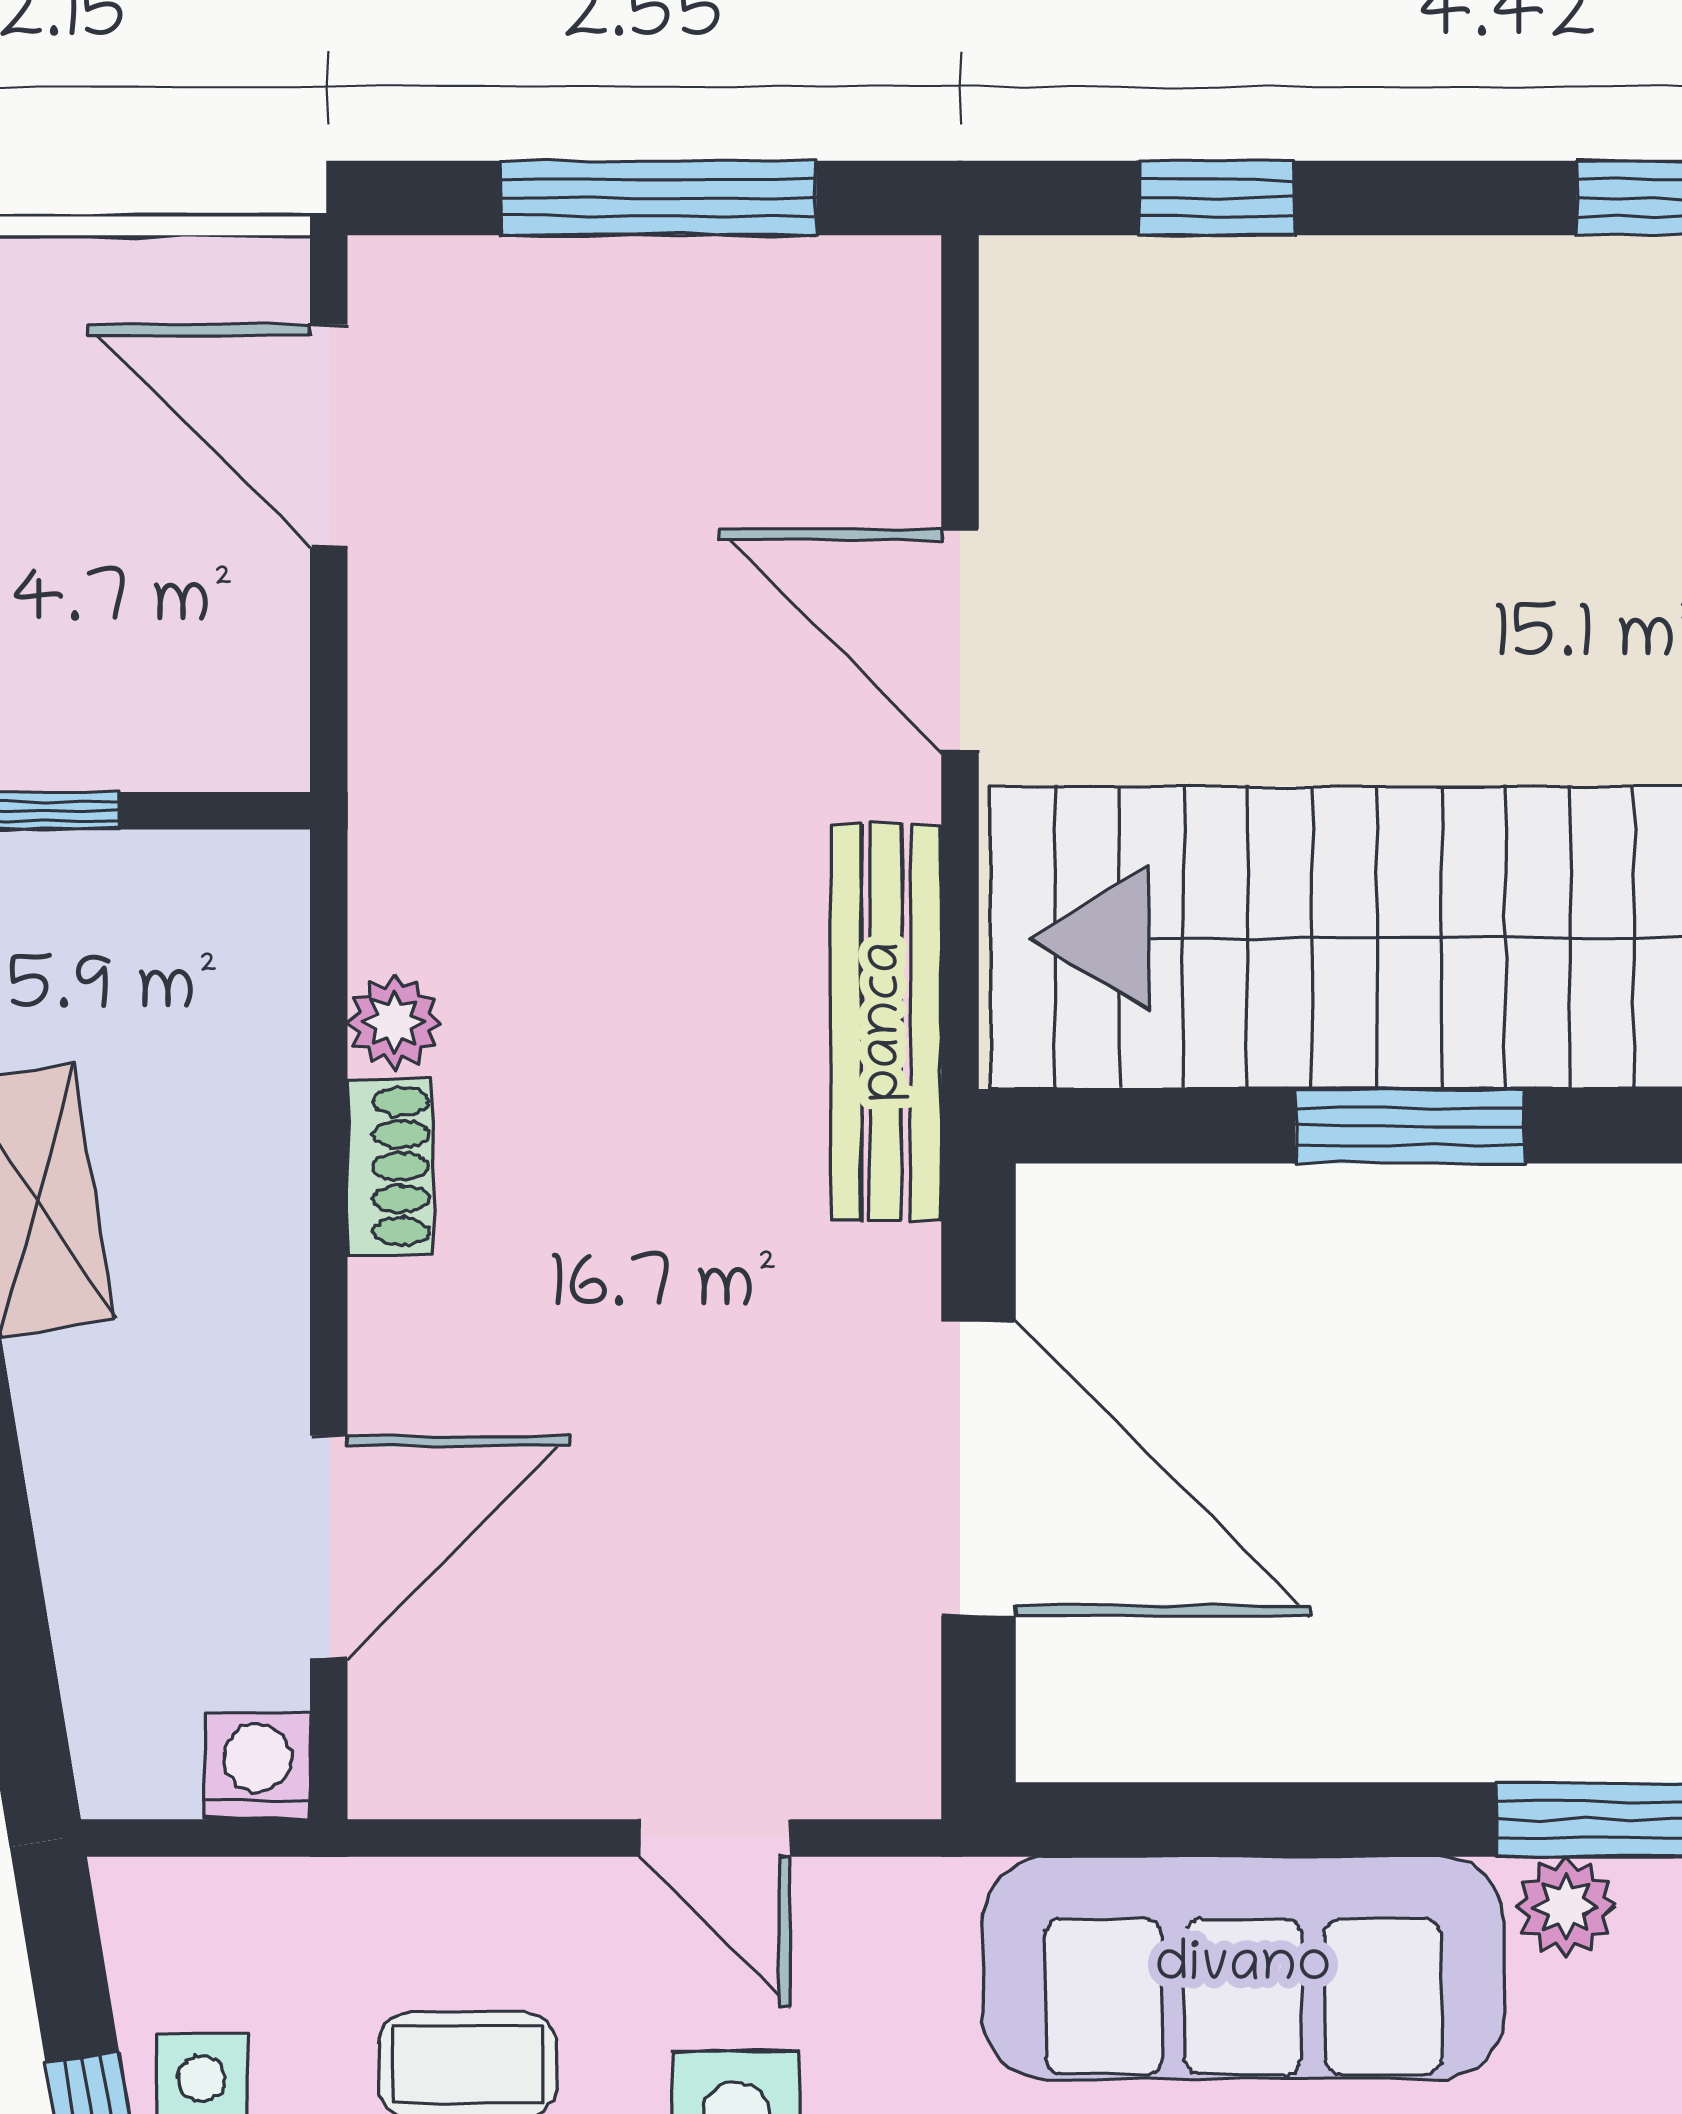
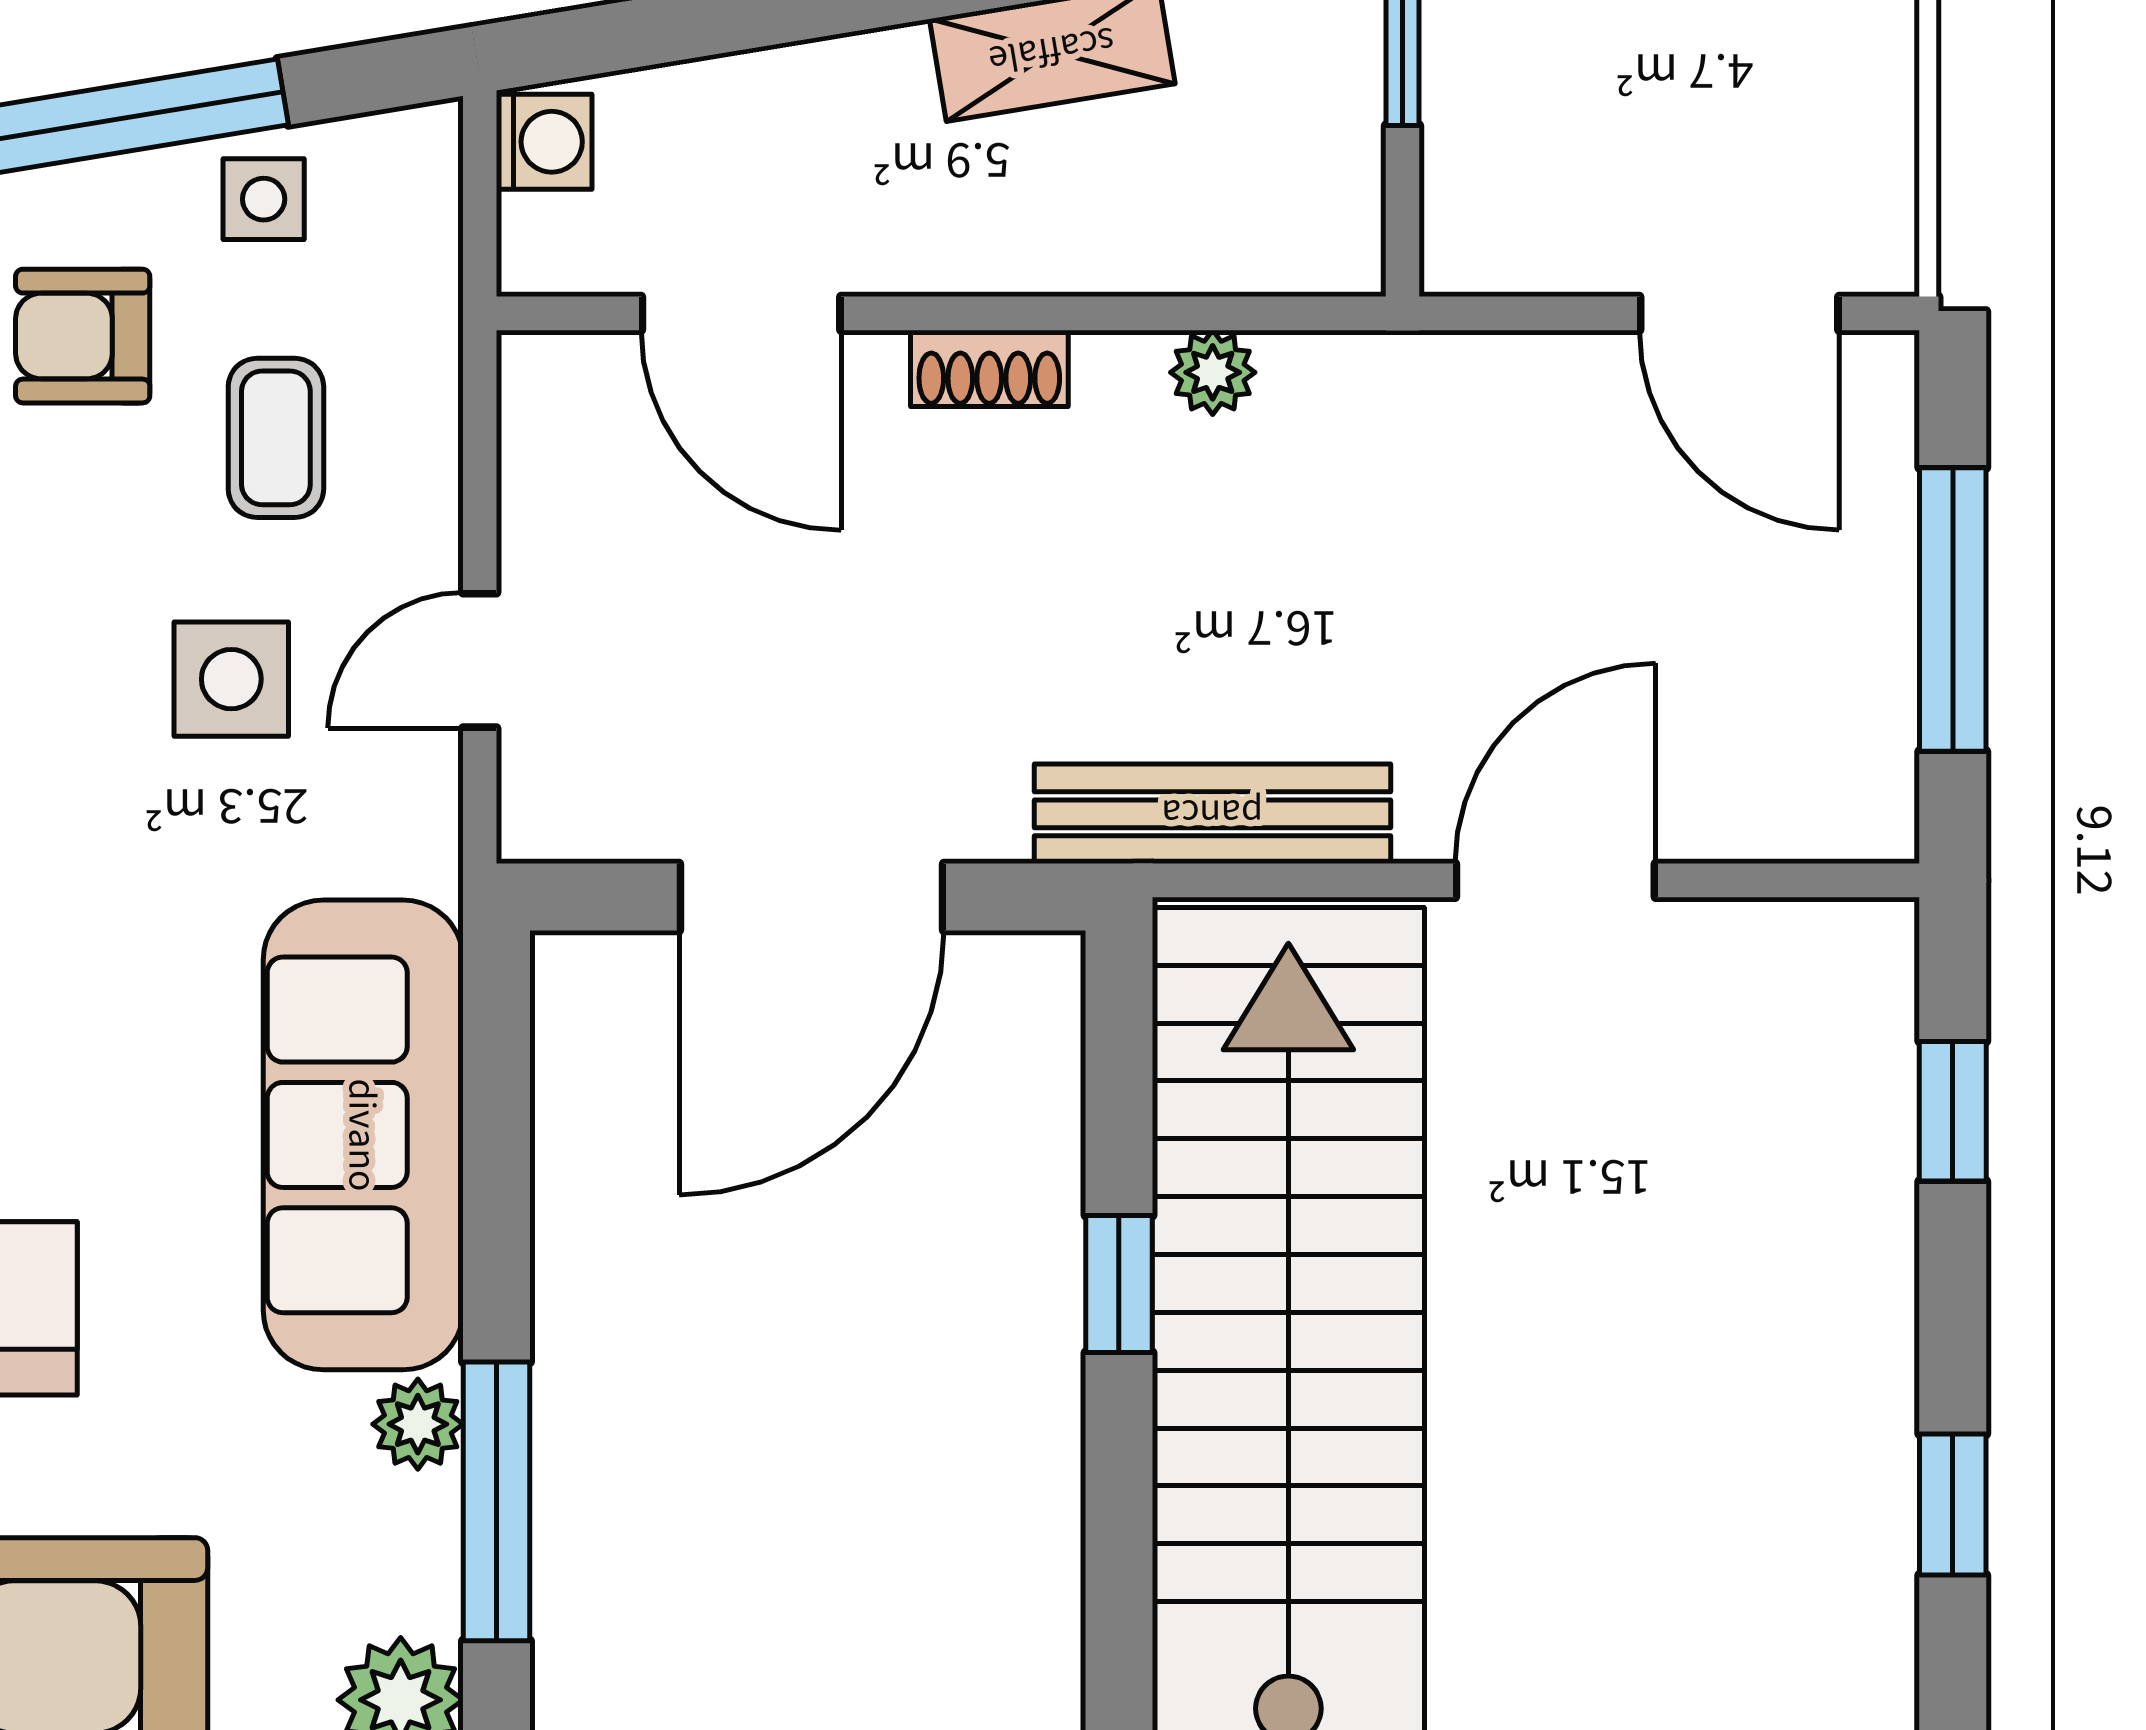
door: (329, 436) -> (1739, 313), swing flipped
window: (1409, 1126) -> (1119, 1284), width x0.67
shoe rack: (390, 1167) -> (989, 368), moved
washing machine: (257, 1766) -> (544, 142), moved

